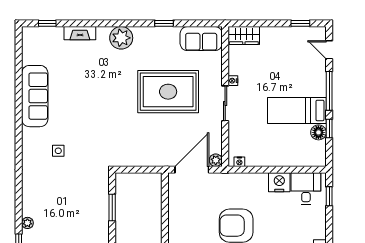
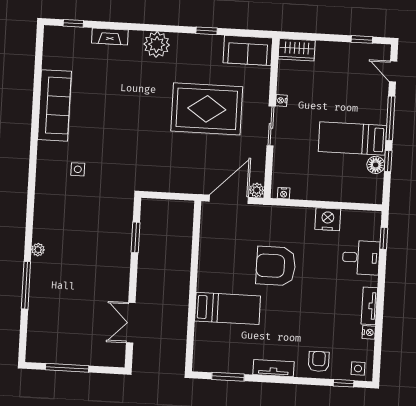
desk: (306, 188) -> (361, 258), moved, turned 90

